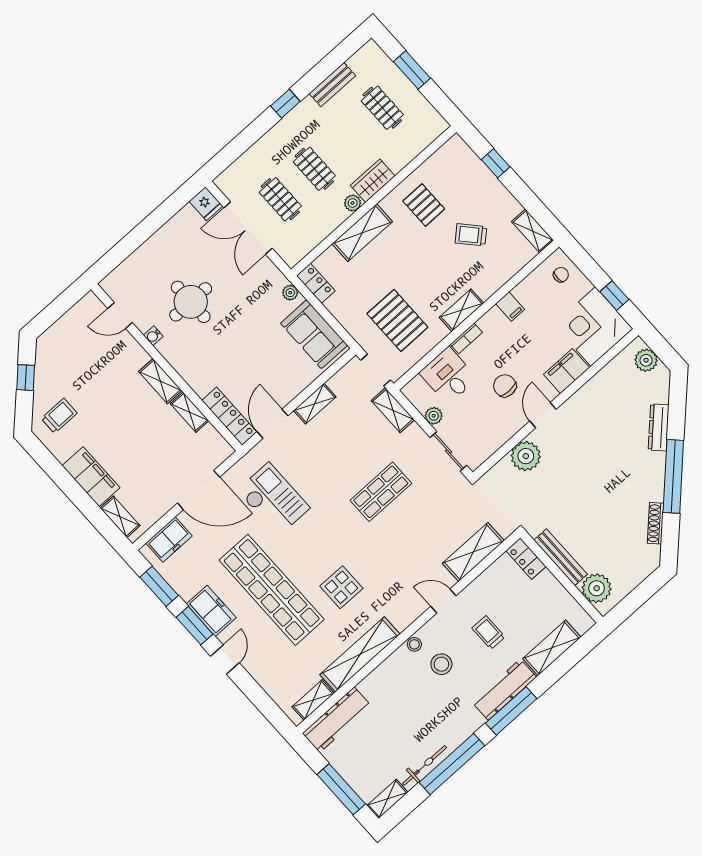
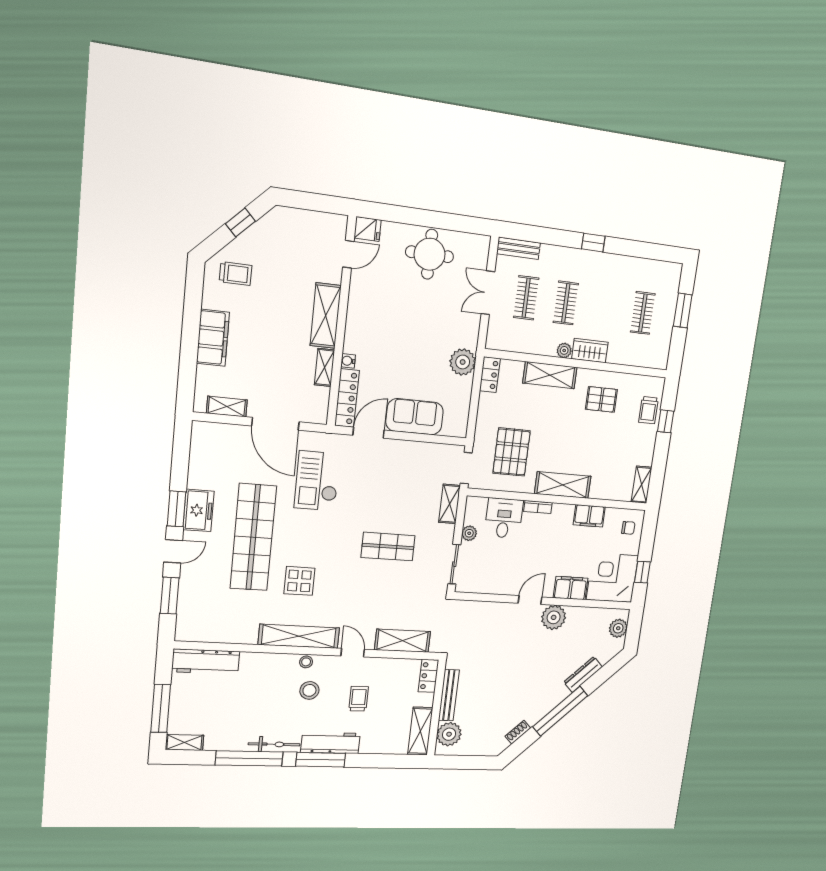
bench: (332, 85) -> (519, 248), moved
fridge: (206, 204) -> (368, 229), moved, turned -90
pallet: (424, 205) -> (601, 399), turned 90
double door: (248, 228) -> (488, 293), width x0.73
trolley: (471, 235) -> (648, 410), moved, turned -138
plant: (290, 293) -> (463, 362), width x1.88, depth x1.88
round table: (191, 302) -> (430, 254), moved
filing cabinet: (510, 306) -> (589, 516), width x2.00
shelving: (461, 310) -> (563, 485), width x1.50, depth x1.33
door: (120, 315) -> (348, 254), swing flipped
sofa: (314, 334) -> (415, 417), moved, turned 90
water cooler: (153, 336) -> (348, 361), moved
shelving: (160, 381) -> (326, 316), width x1.50, depth x1.33
chair: (505, 386) -> (528, 559), removed
shelving: (315, 404) -> (408, 449), removed
plant: (526, 456) -> (554, 617), moved
checkout: (273, 499) -> (317, 481), turned 180
shelving: (120, 517) -> (227, 407), moved, turned 90
shoe rack: (656, 523) -> (518, 732), width x0.70
freezer: (169, 539) -> (221, 435), removed
window: (159, 586) -> (170, 596), moved
shelving: (552, 648) -> (420, 731), moved, turned 90
shelving: (360, 654) -> (299, 636), moved
shelving: (313, 700) -> (204, 634), removed
bicycle: (425, 765) -> (274, 744), moved

